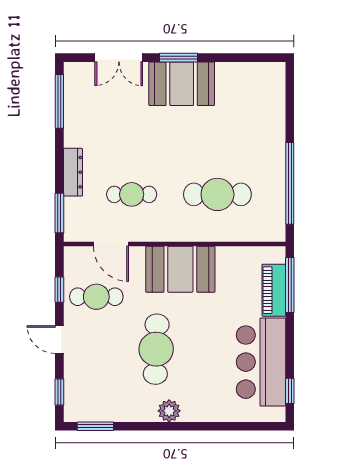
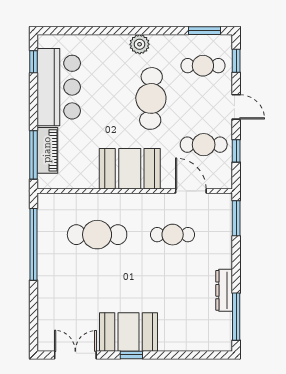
double door: (119, 58) -> (75, 355), moved
window: (179, 58) -> (131, 355), width x0.67
dresser: (73, 172) -> (224, 290), moved
cafe table: (97, 386) -> (203, 66), added

